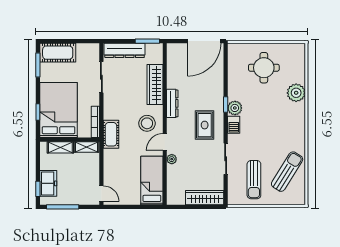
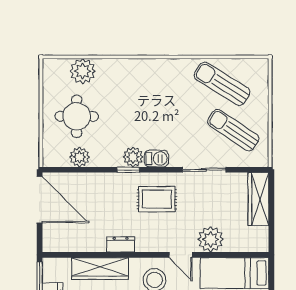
plant: (235, 70) -> (80, 157), added
plant: (296, 93) -> (83, 71), moved
dresser: (172, 103) -> (121, 244), width x0.70
plant: (172, 159) -> (211, 239), width x1.88, depth x1.88
sun lounger: (254, 180) -> (233, 130), turned -146

